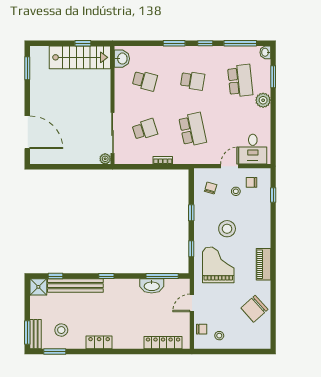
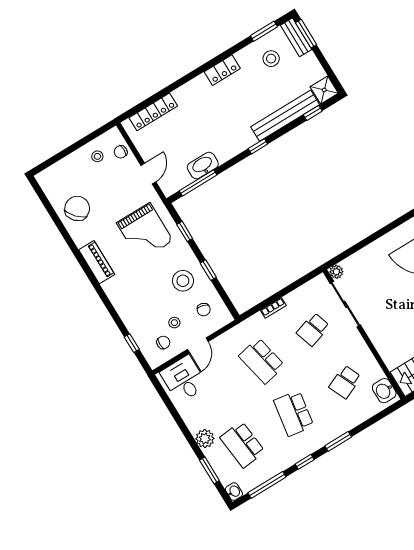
school desk: (145, 81) -> (345, 382), turned -39
school desk: (193, 81) -> (294, 413), width x1.85
stool: (227, 229) -> (183, 281), moved

